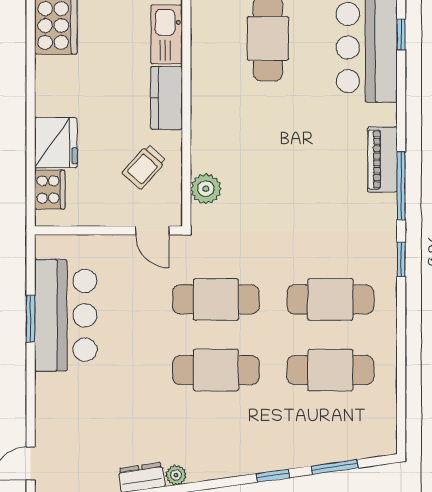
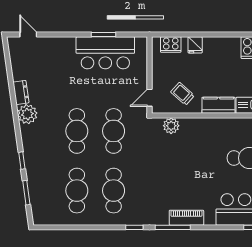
fridge: (56, 143) -> (195, 45), width x0.53, depth x0.75
plant: (176, 475) -> (27, 114), width x1.87, depth x1.87

